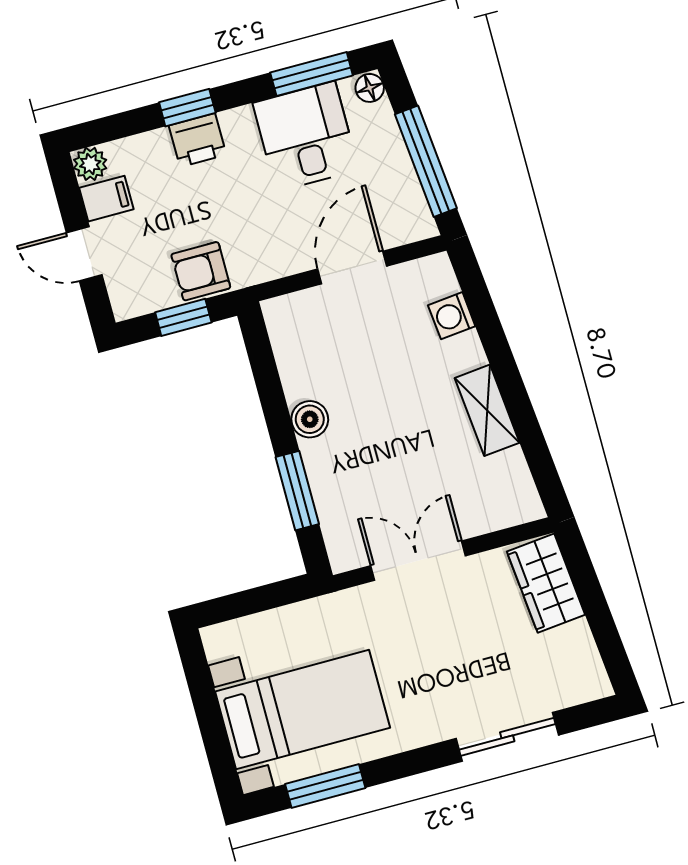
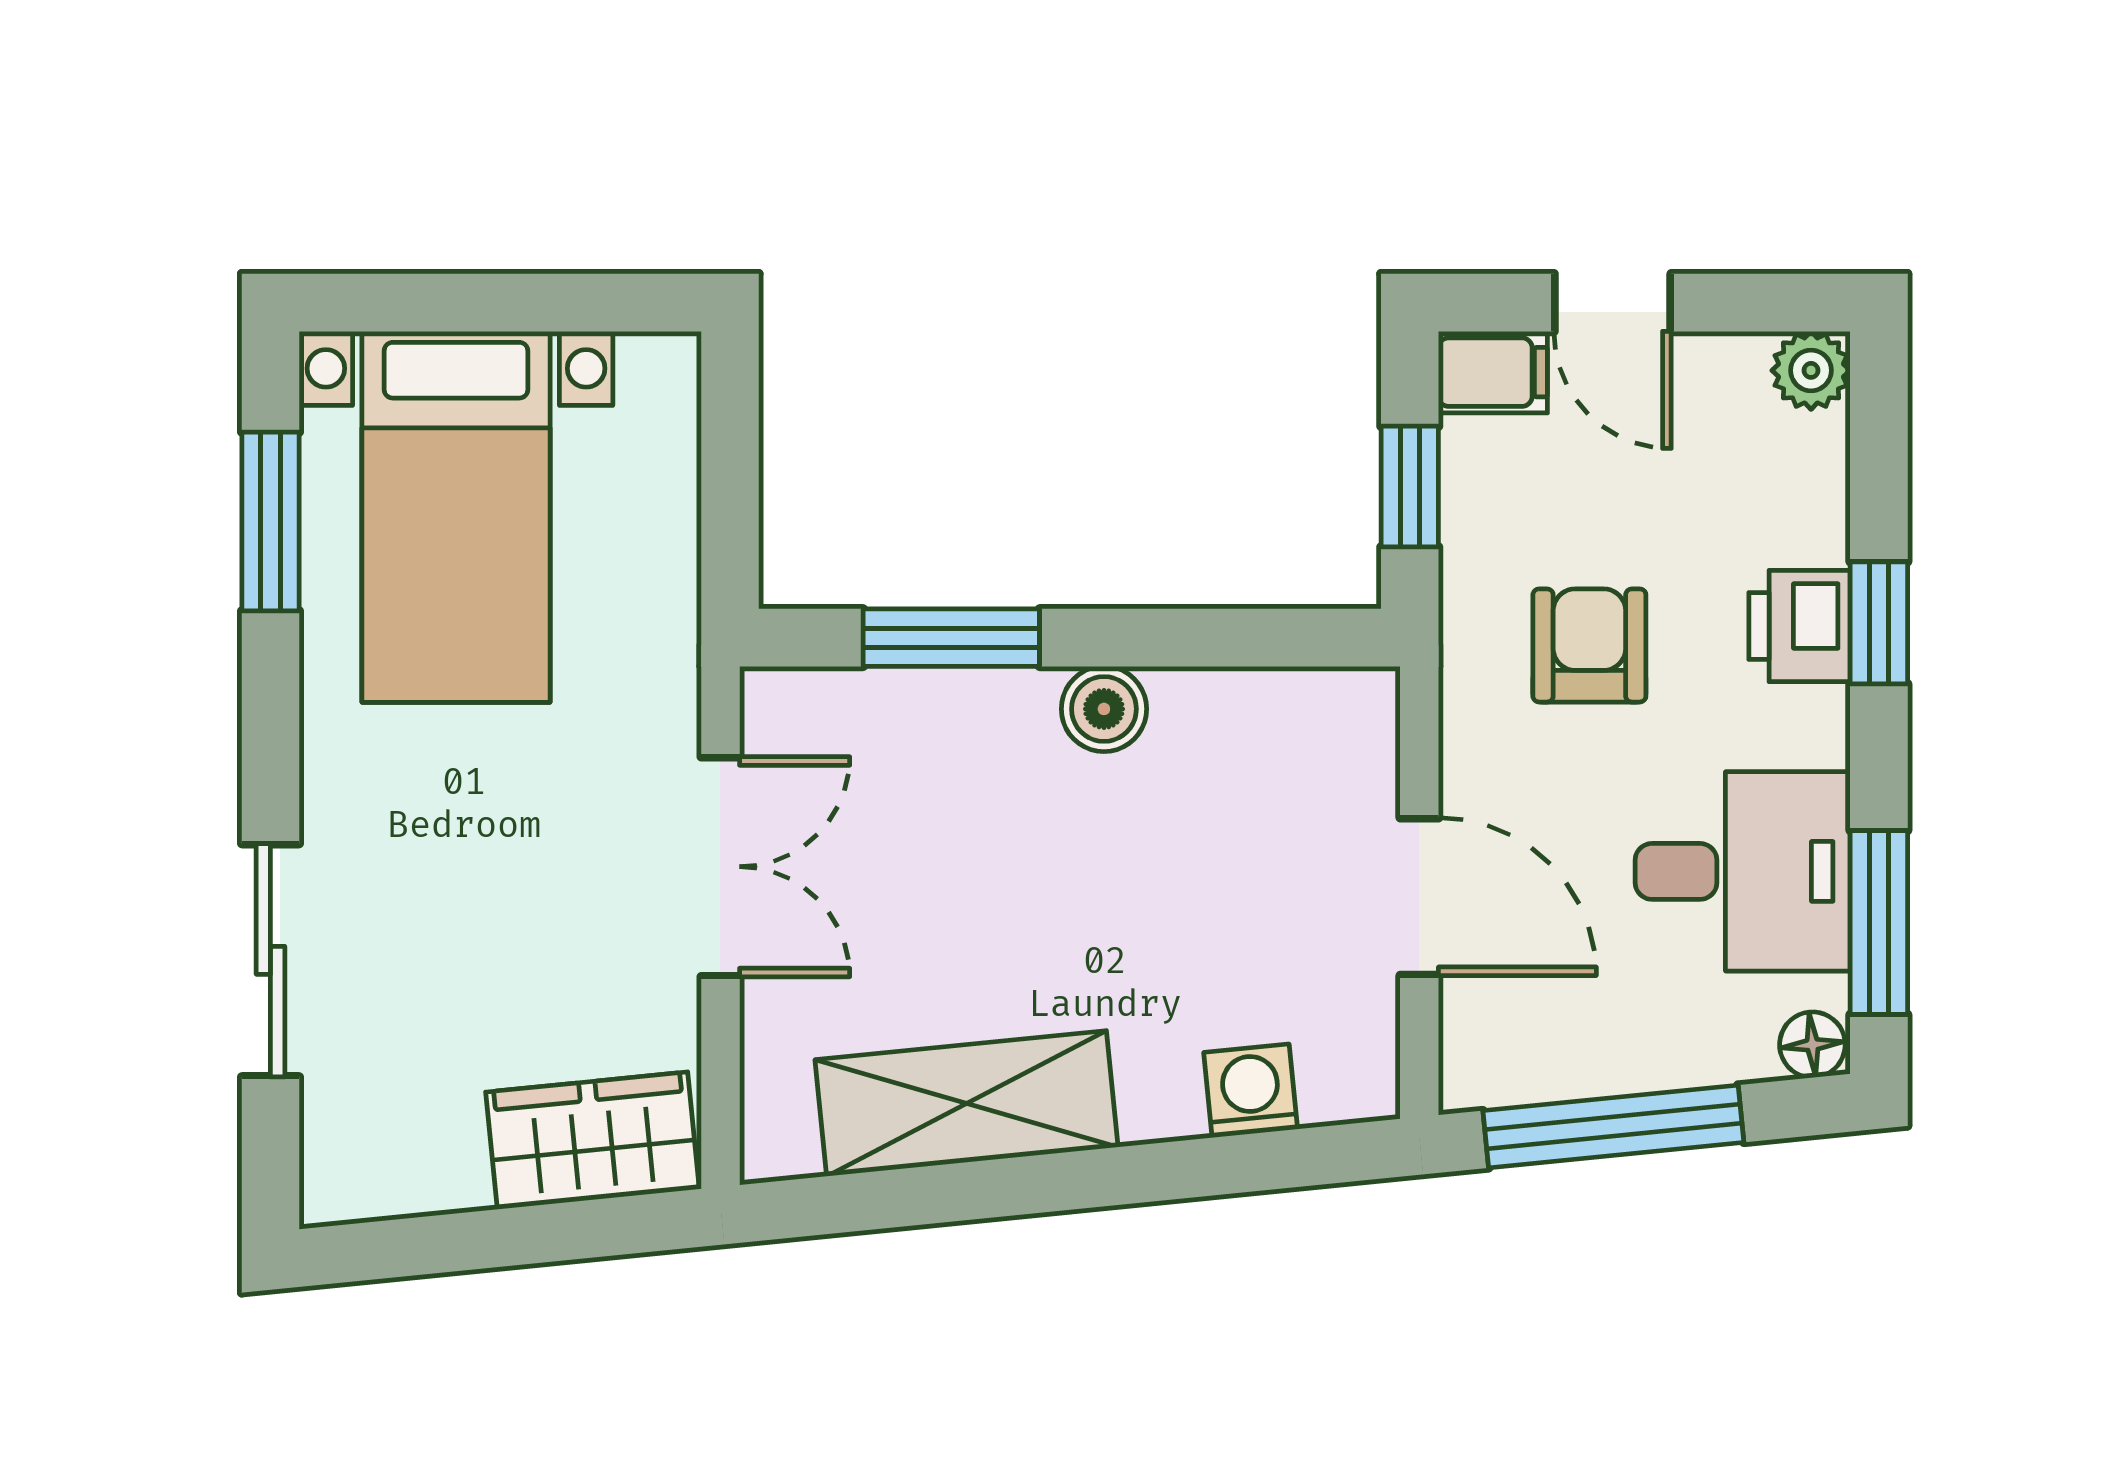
filing cabinet: (106, 199) -> (1493, 372), moved, turned -90
door: (84, 254) -> (1613, 303), swing flipped
armchair: (201, 271) -> (1589, 645), moved
shelving: (487, 410) -> (967, 1103), width x1.50, depth x1.33

